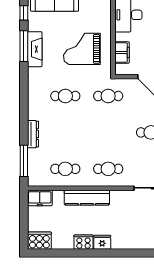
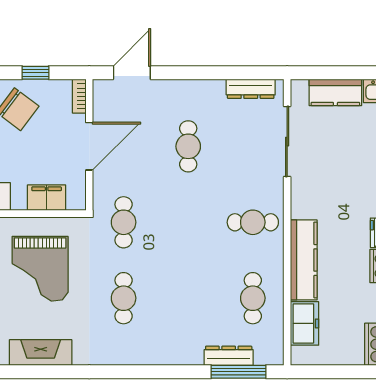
window: (24, 46) -> (35, 372), removed
dresser: (33, 134) -> (229, 356), moved
cafe table: (108, 169) -> (253, 222), turned 90
freezer: (40, 198) -> (304, 323), moved

